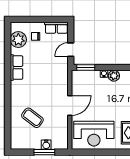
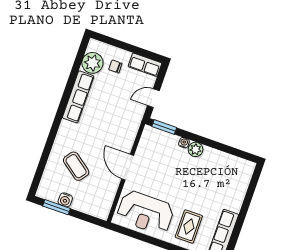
row of seats: (16, 68) -> (78, 97), width x1.48
door: (70, 105) -> (128, 167), swing flipped
water cooler: (46, 145) -> (65, 200), moved
window: (44, 152) -> (56, 207), moved

